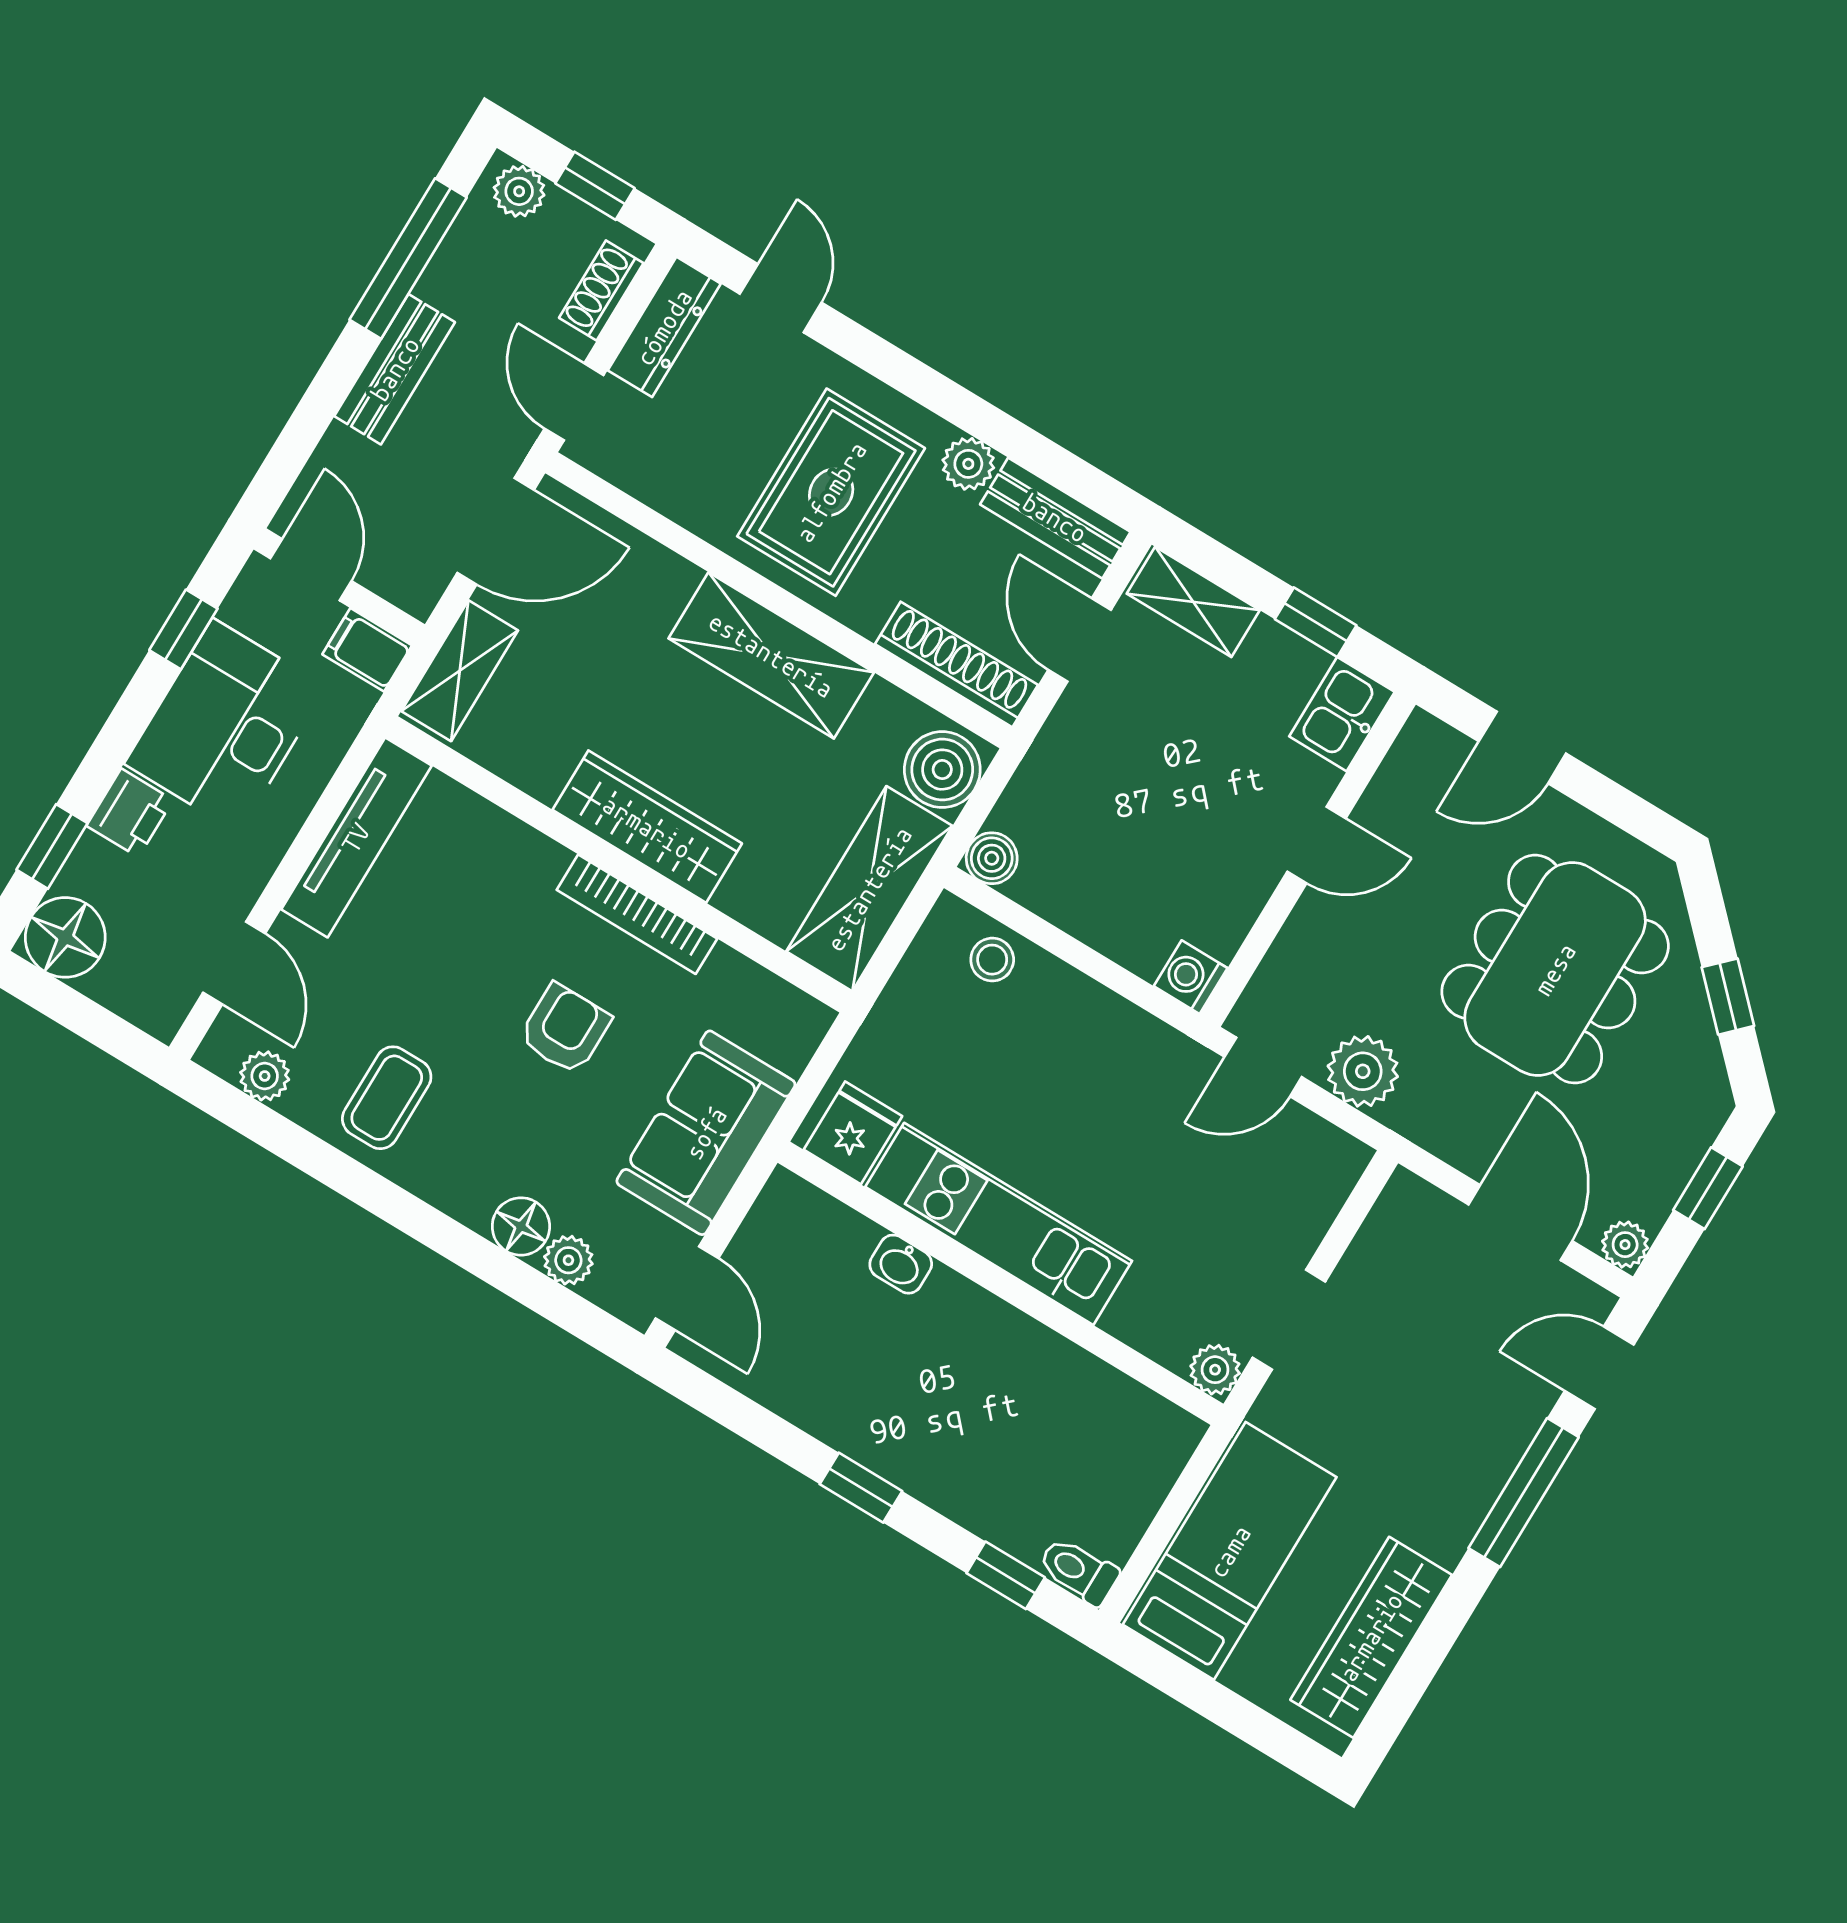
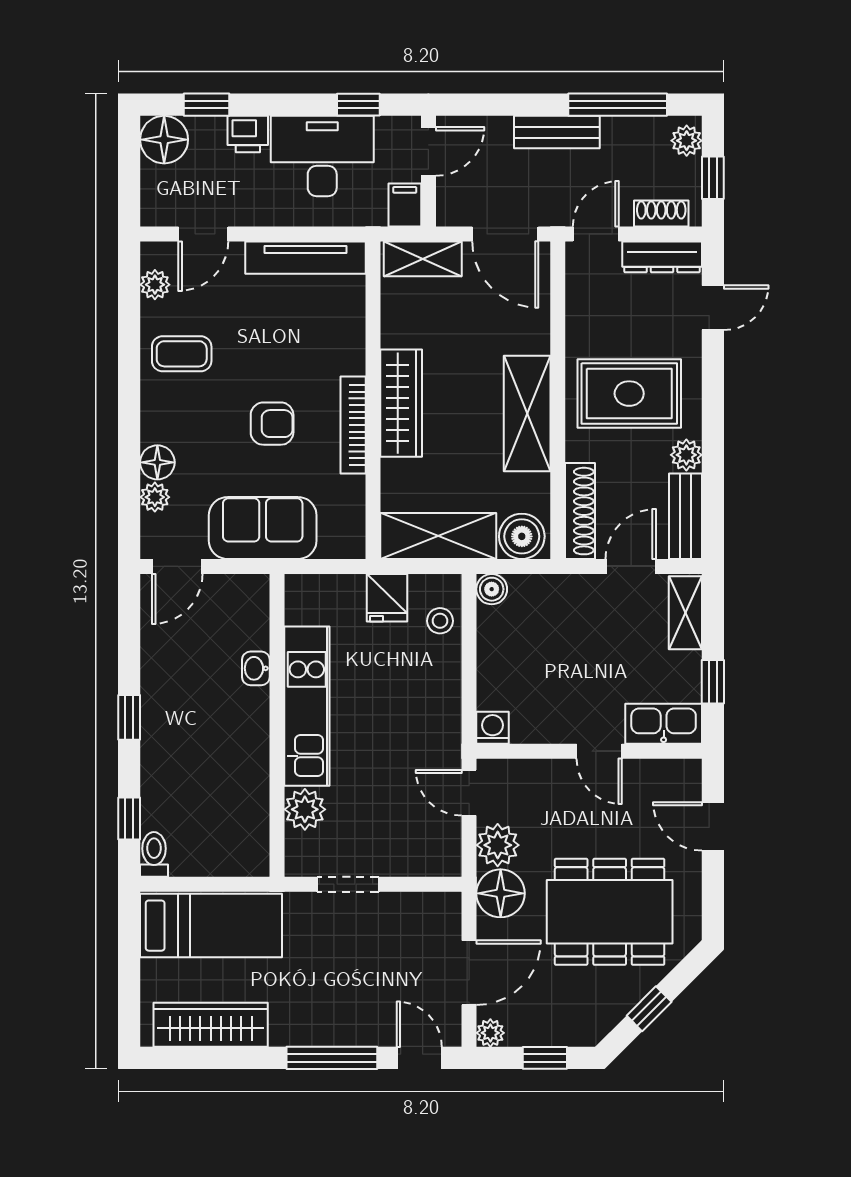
kitchen sink: (1342, 714) -> (664, 724), width x1.38
floor lamp: (1434, 1109) -> (501, 893), added
fridge: (853, 1133) -> (387, 598), moved, turned 90
plant: (1215, 1370) -> (305, 809), moved, width x1.38, depth x1.38

